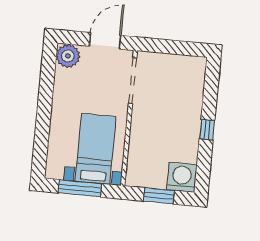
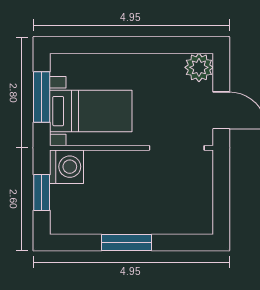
window: (207, 130) -> (127, 243), width x2.17
washing machine: (182, 177) -> (66, 167), moved

